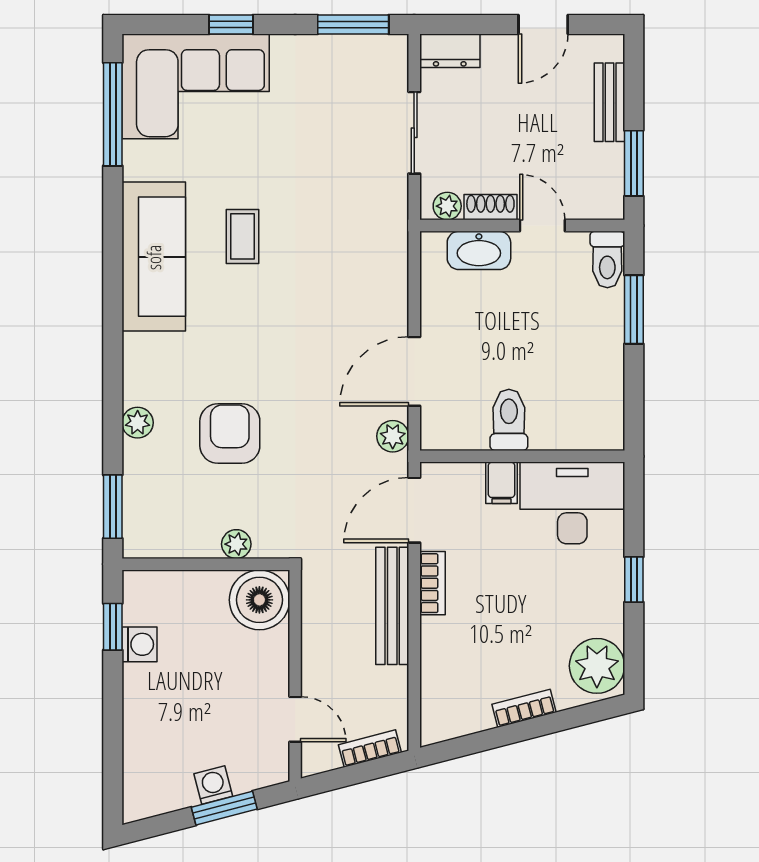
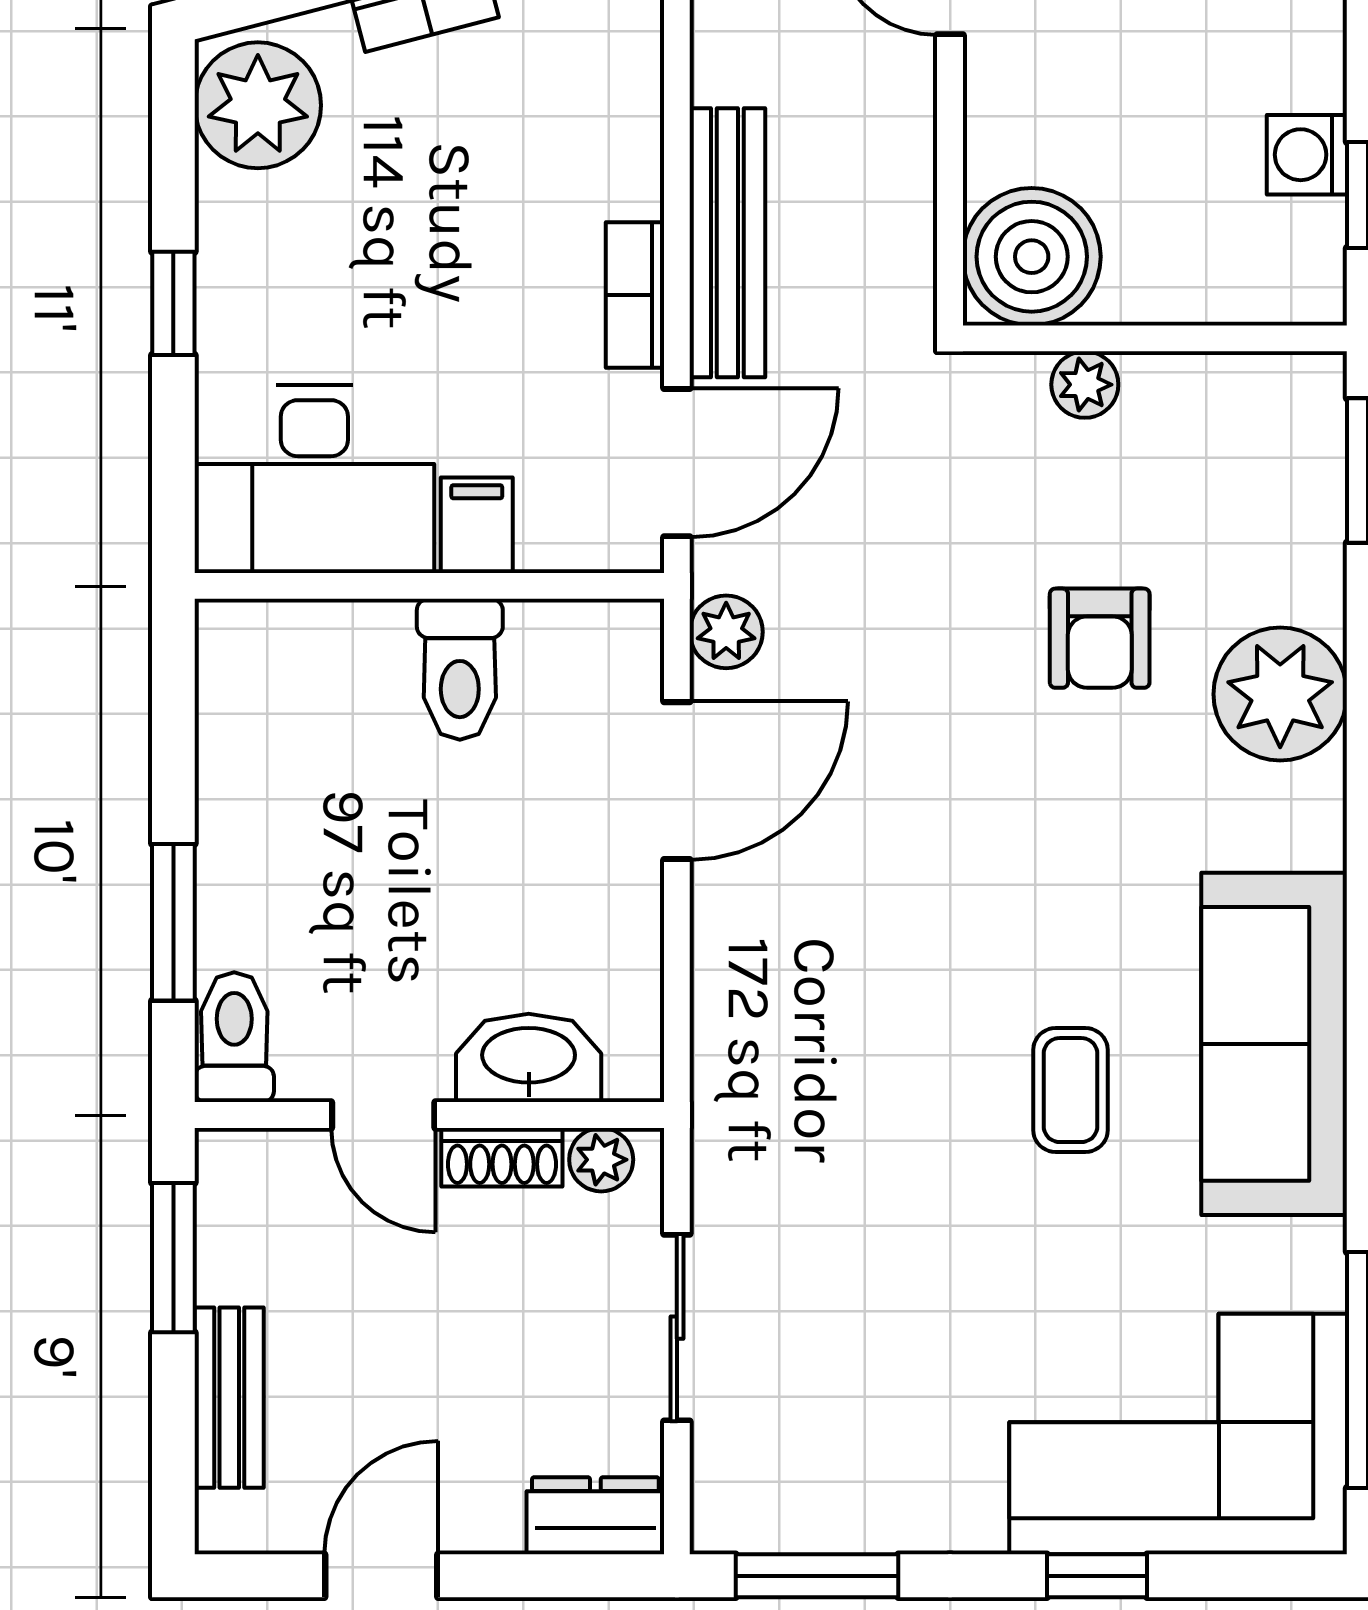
plant: (138, 423) -> (1280, 694), width x1.87, depth x1.87
armchair: (230, 433) -> (1100, 638), width x0.72, depth x0.72

